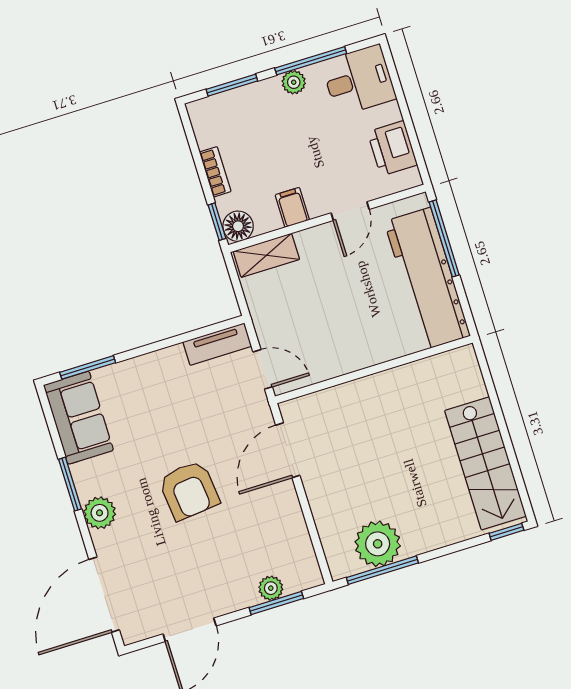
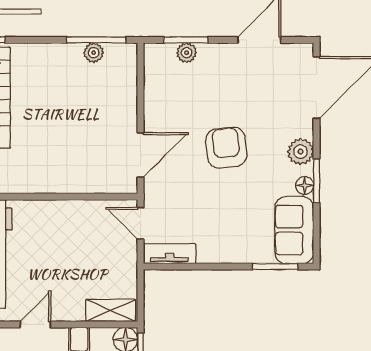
floor lamp: (82, 474) -> (305, 185), added
plant: (378, 544) -> (94, 53), width x0.53, depth x0.53

